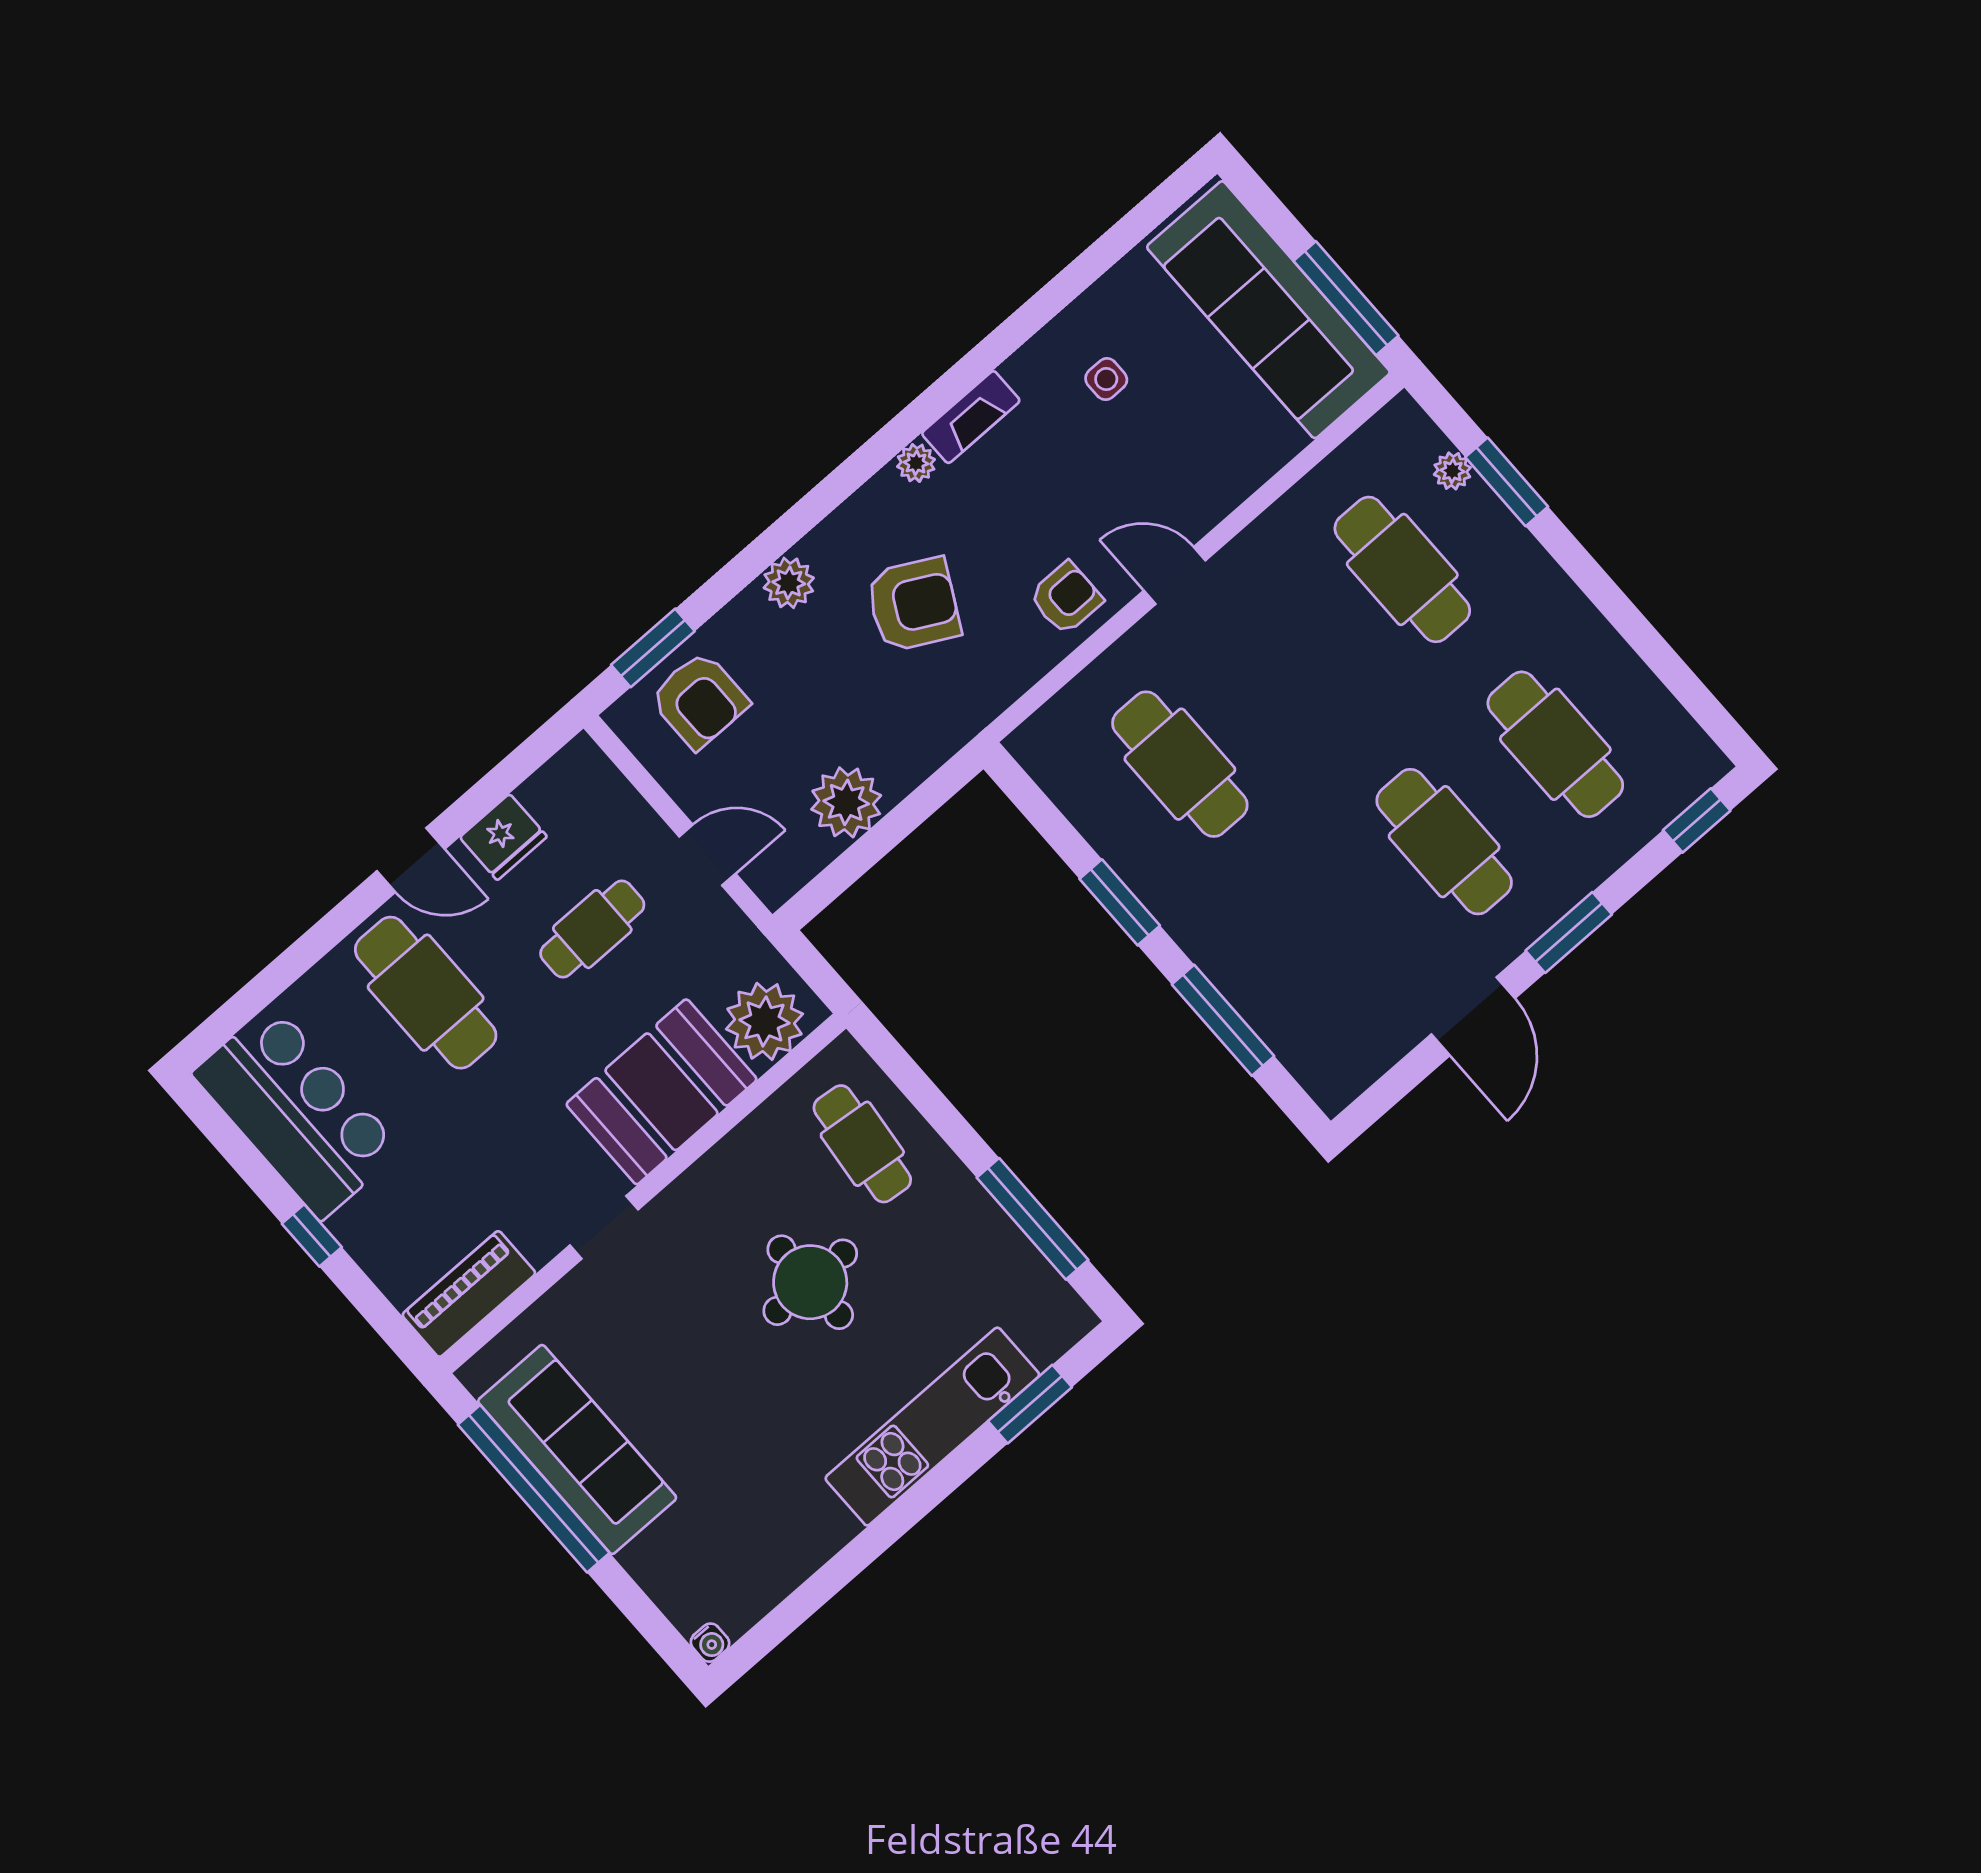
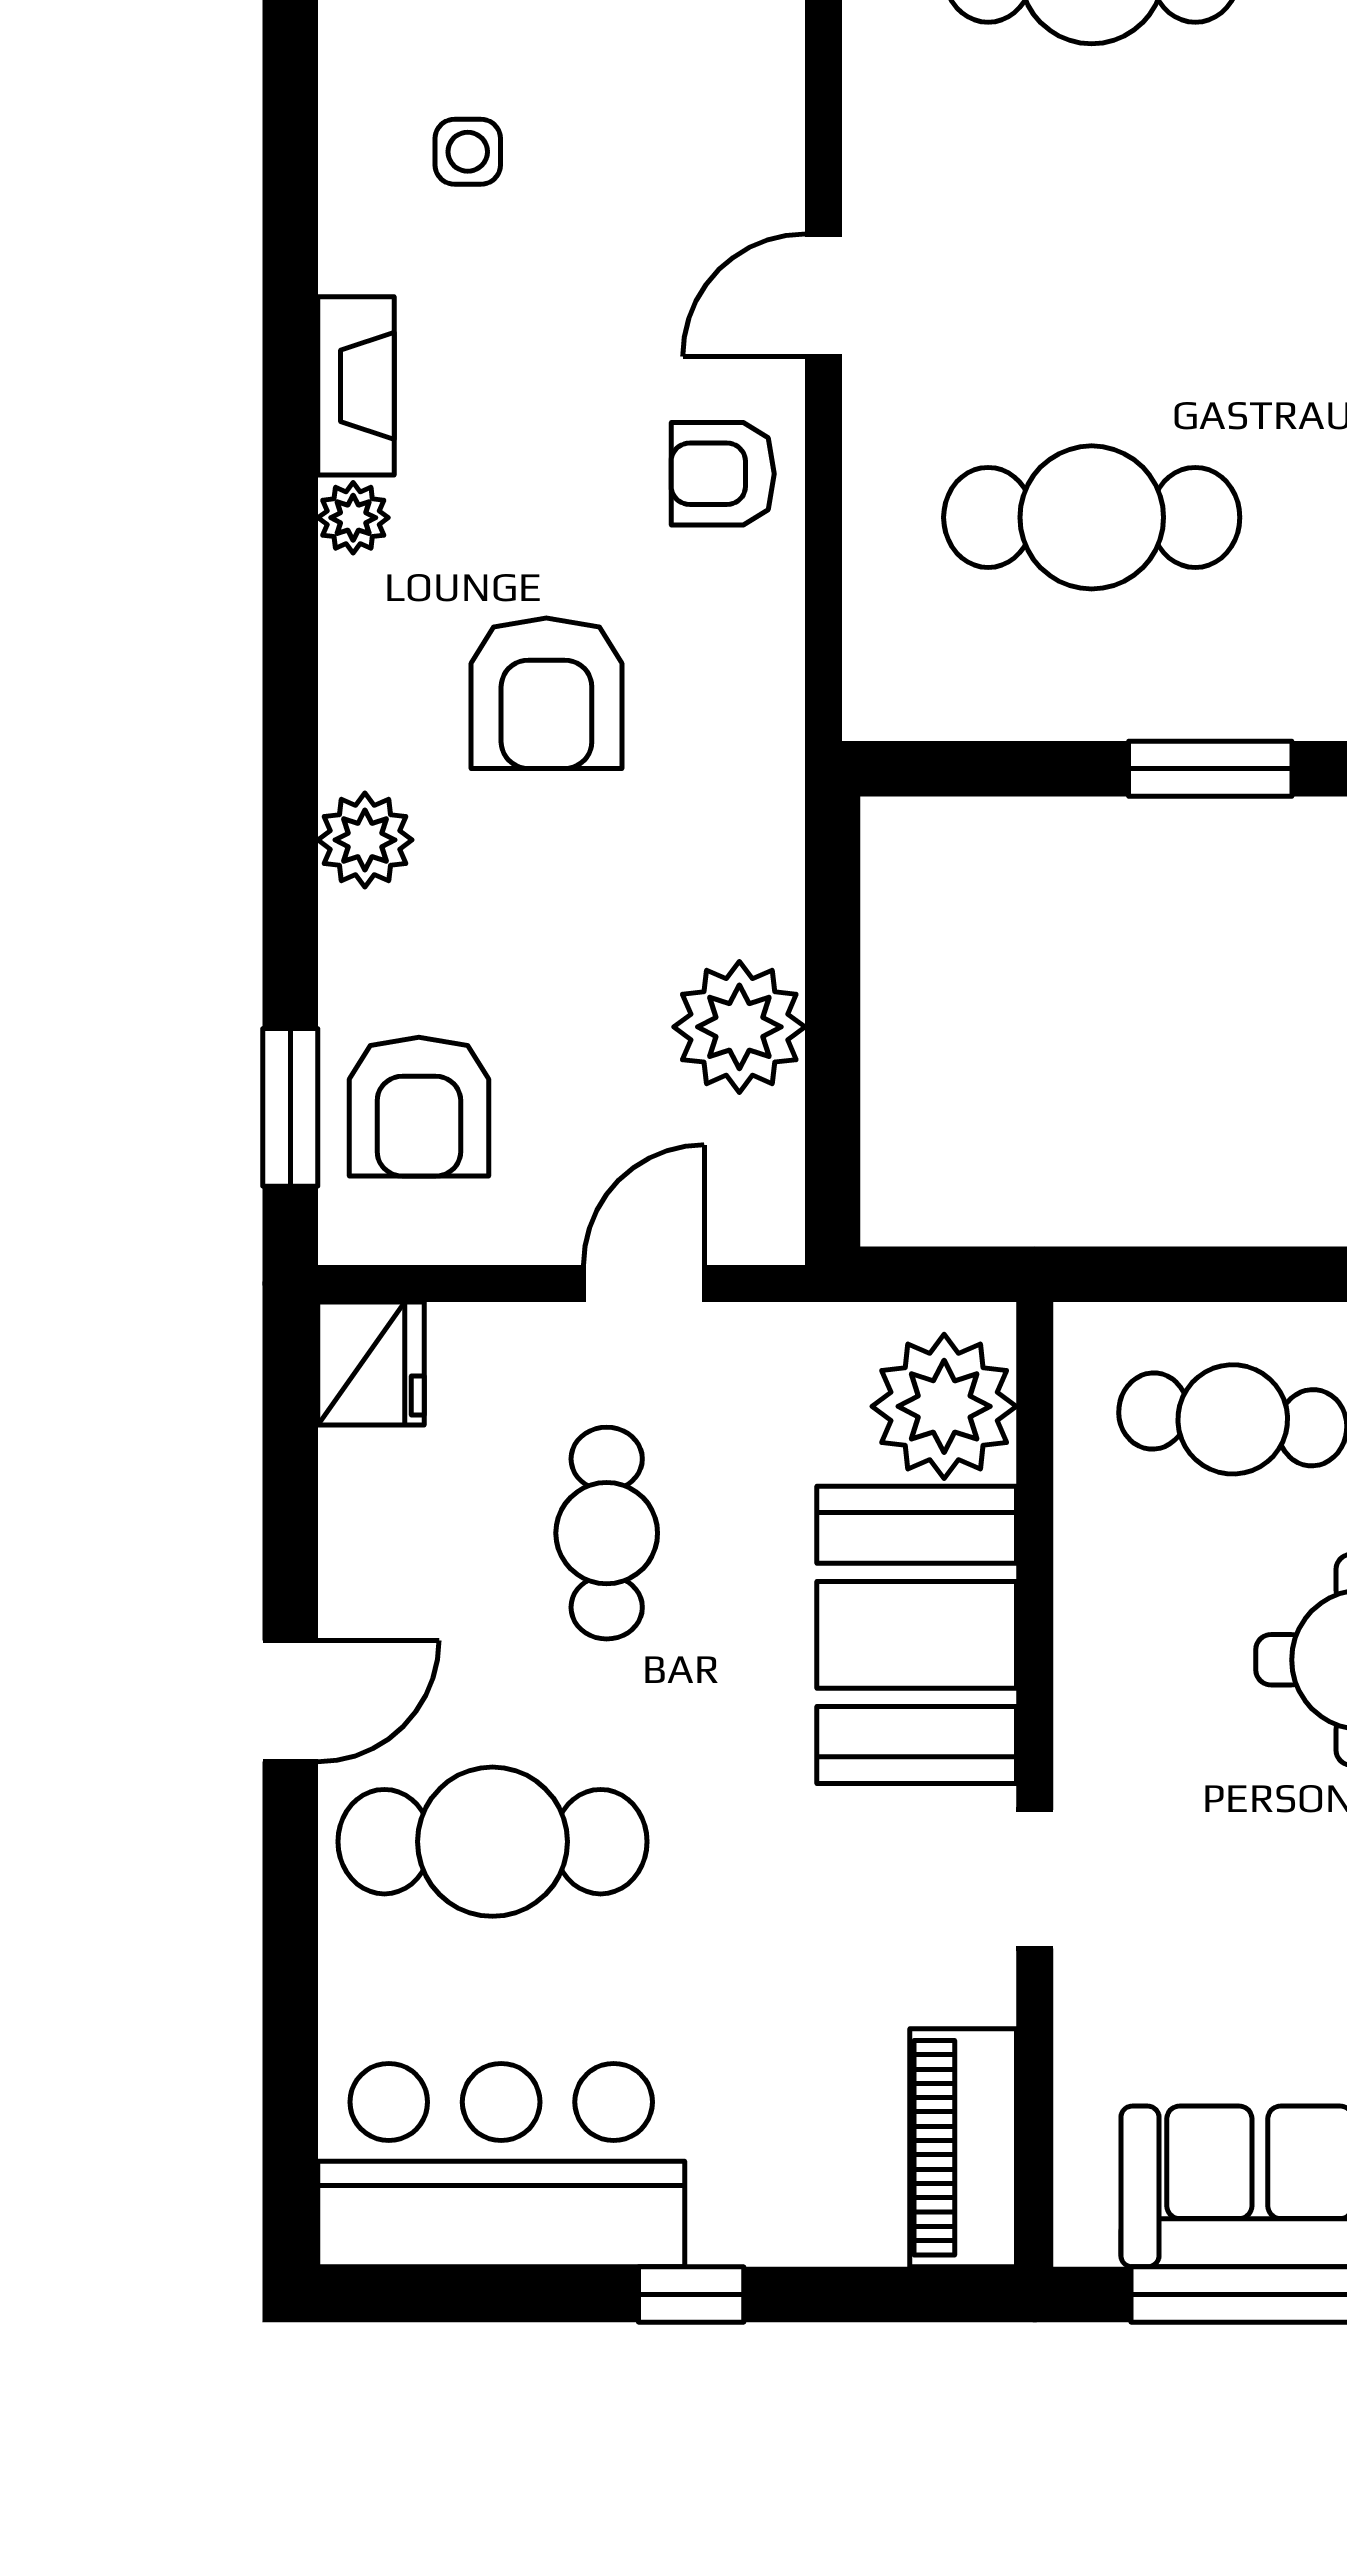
armchair: (1066, 598) -> (723, 474), turned -90
armchair: (913, 605) -> (546, 693), turned 152
armchair: (699, 700) -> (419, 1107), turned 90
fridge: (503, 837) -> (371, 1363), moved

